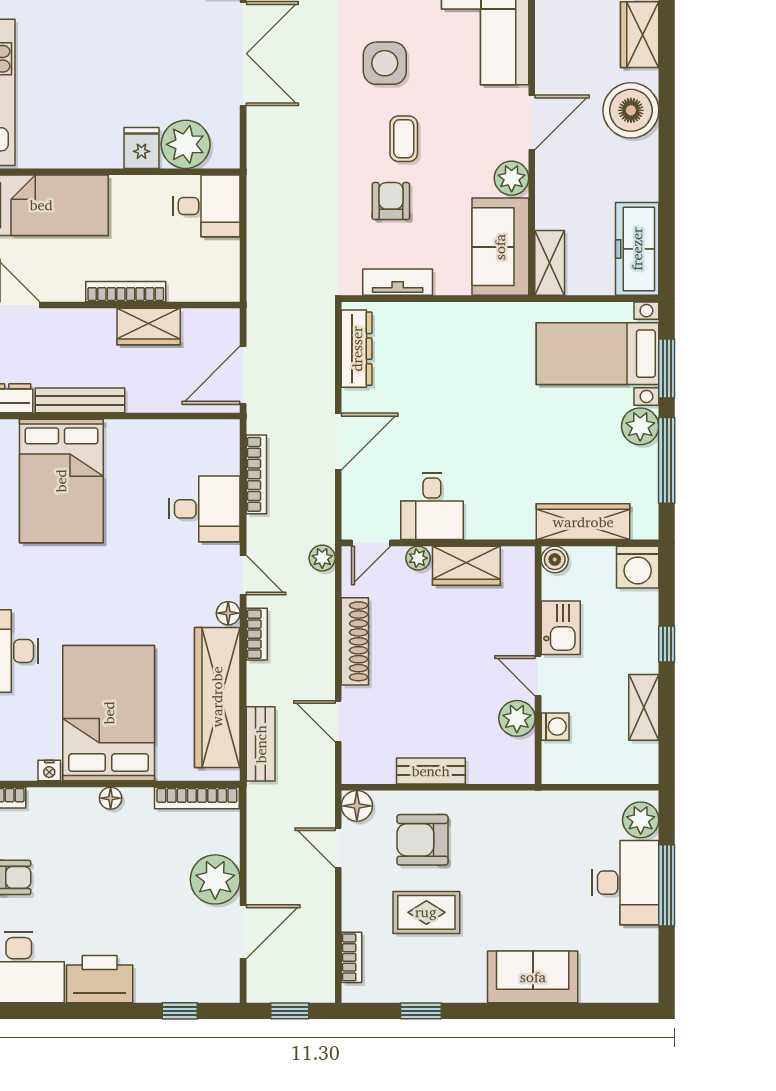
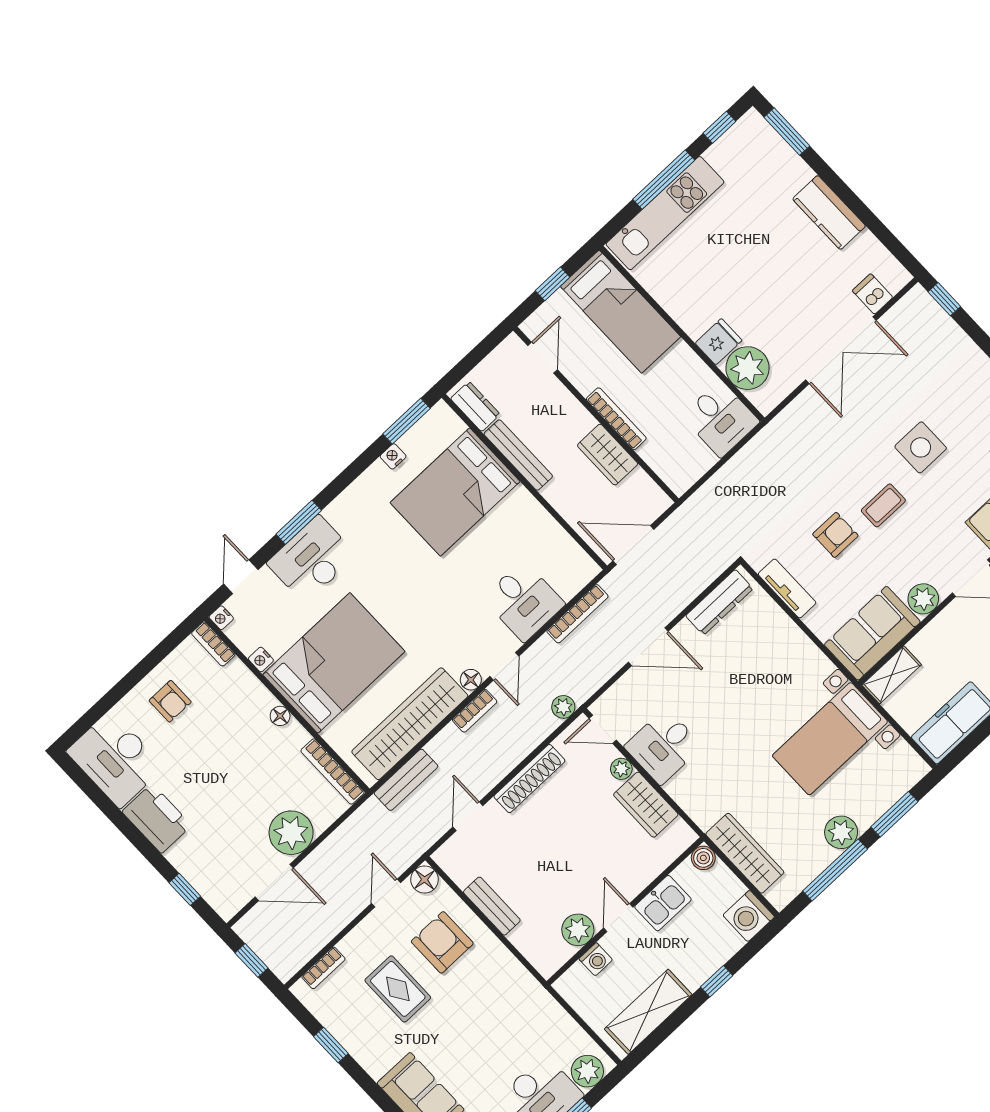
bed with nightstands: (598, 354) -> (830, 739), moved, turned -90
shelving: (644, 707) -> (648, 1012), width x1.50, depth x1.33

